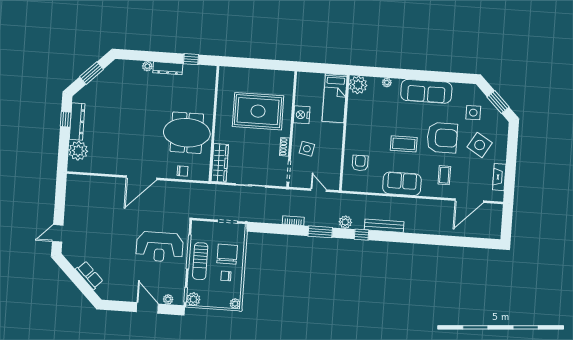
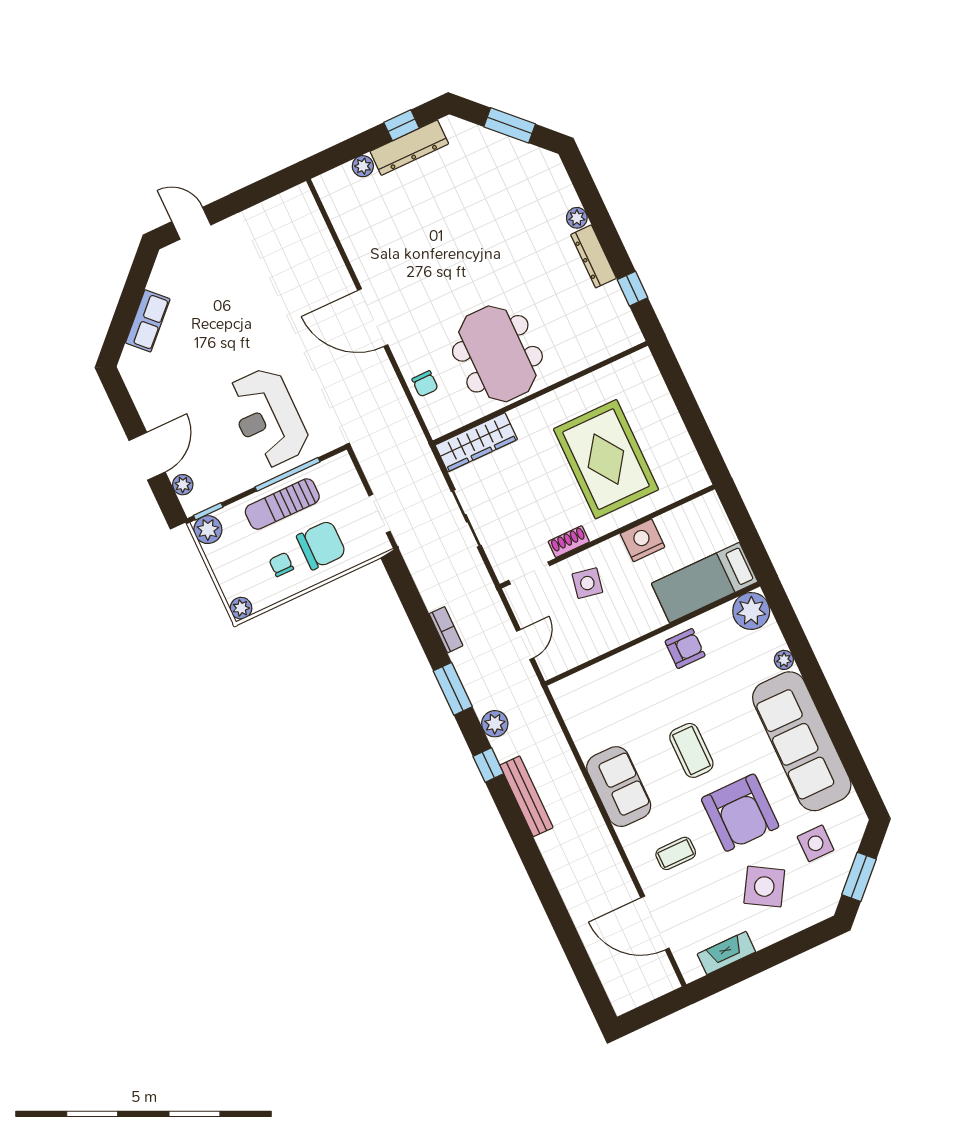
sofa: (426, 91) -> (802, 741), width x1.36, depth x1.27
plant: (78, 151) -> (363, 166), width x0.53, depth x0.53
armchair: (360, 163) -> (685, 648), moved

